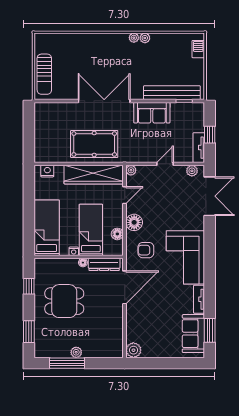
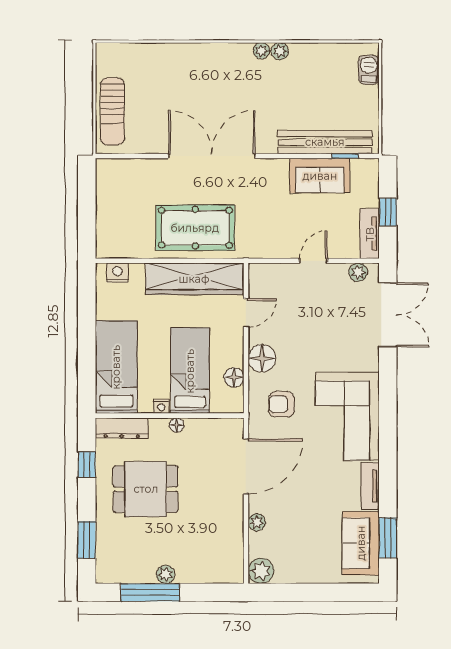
sofa: (152, 113) -> (320, 176), moved
plant: (131, 170) -> (257, 522), moved
dresser: (104, 264) -> (122, 428), moved

